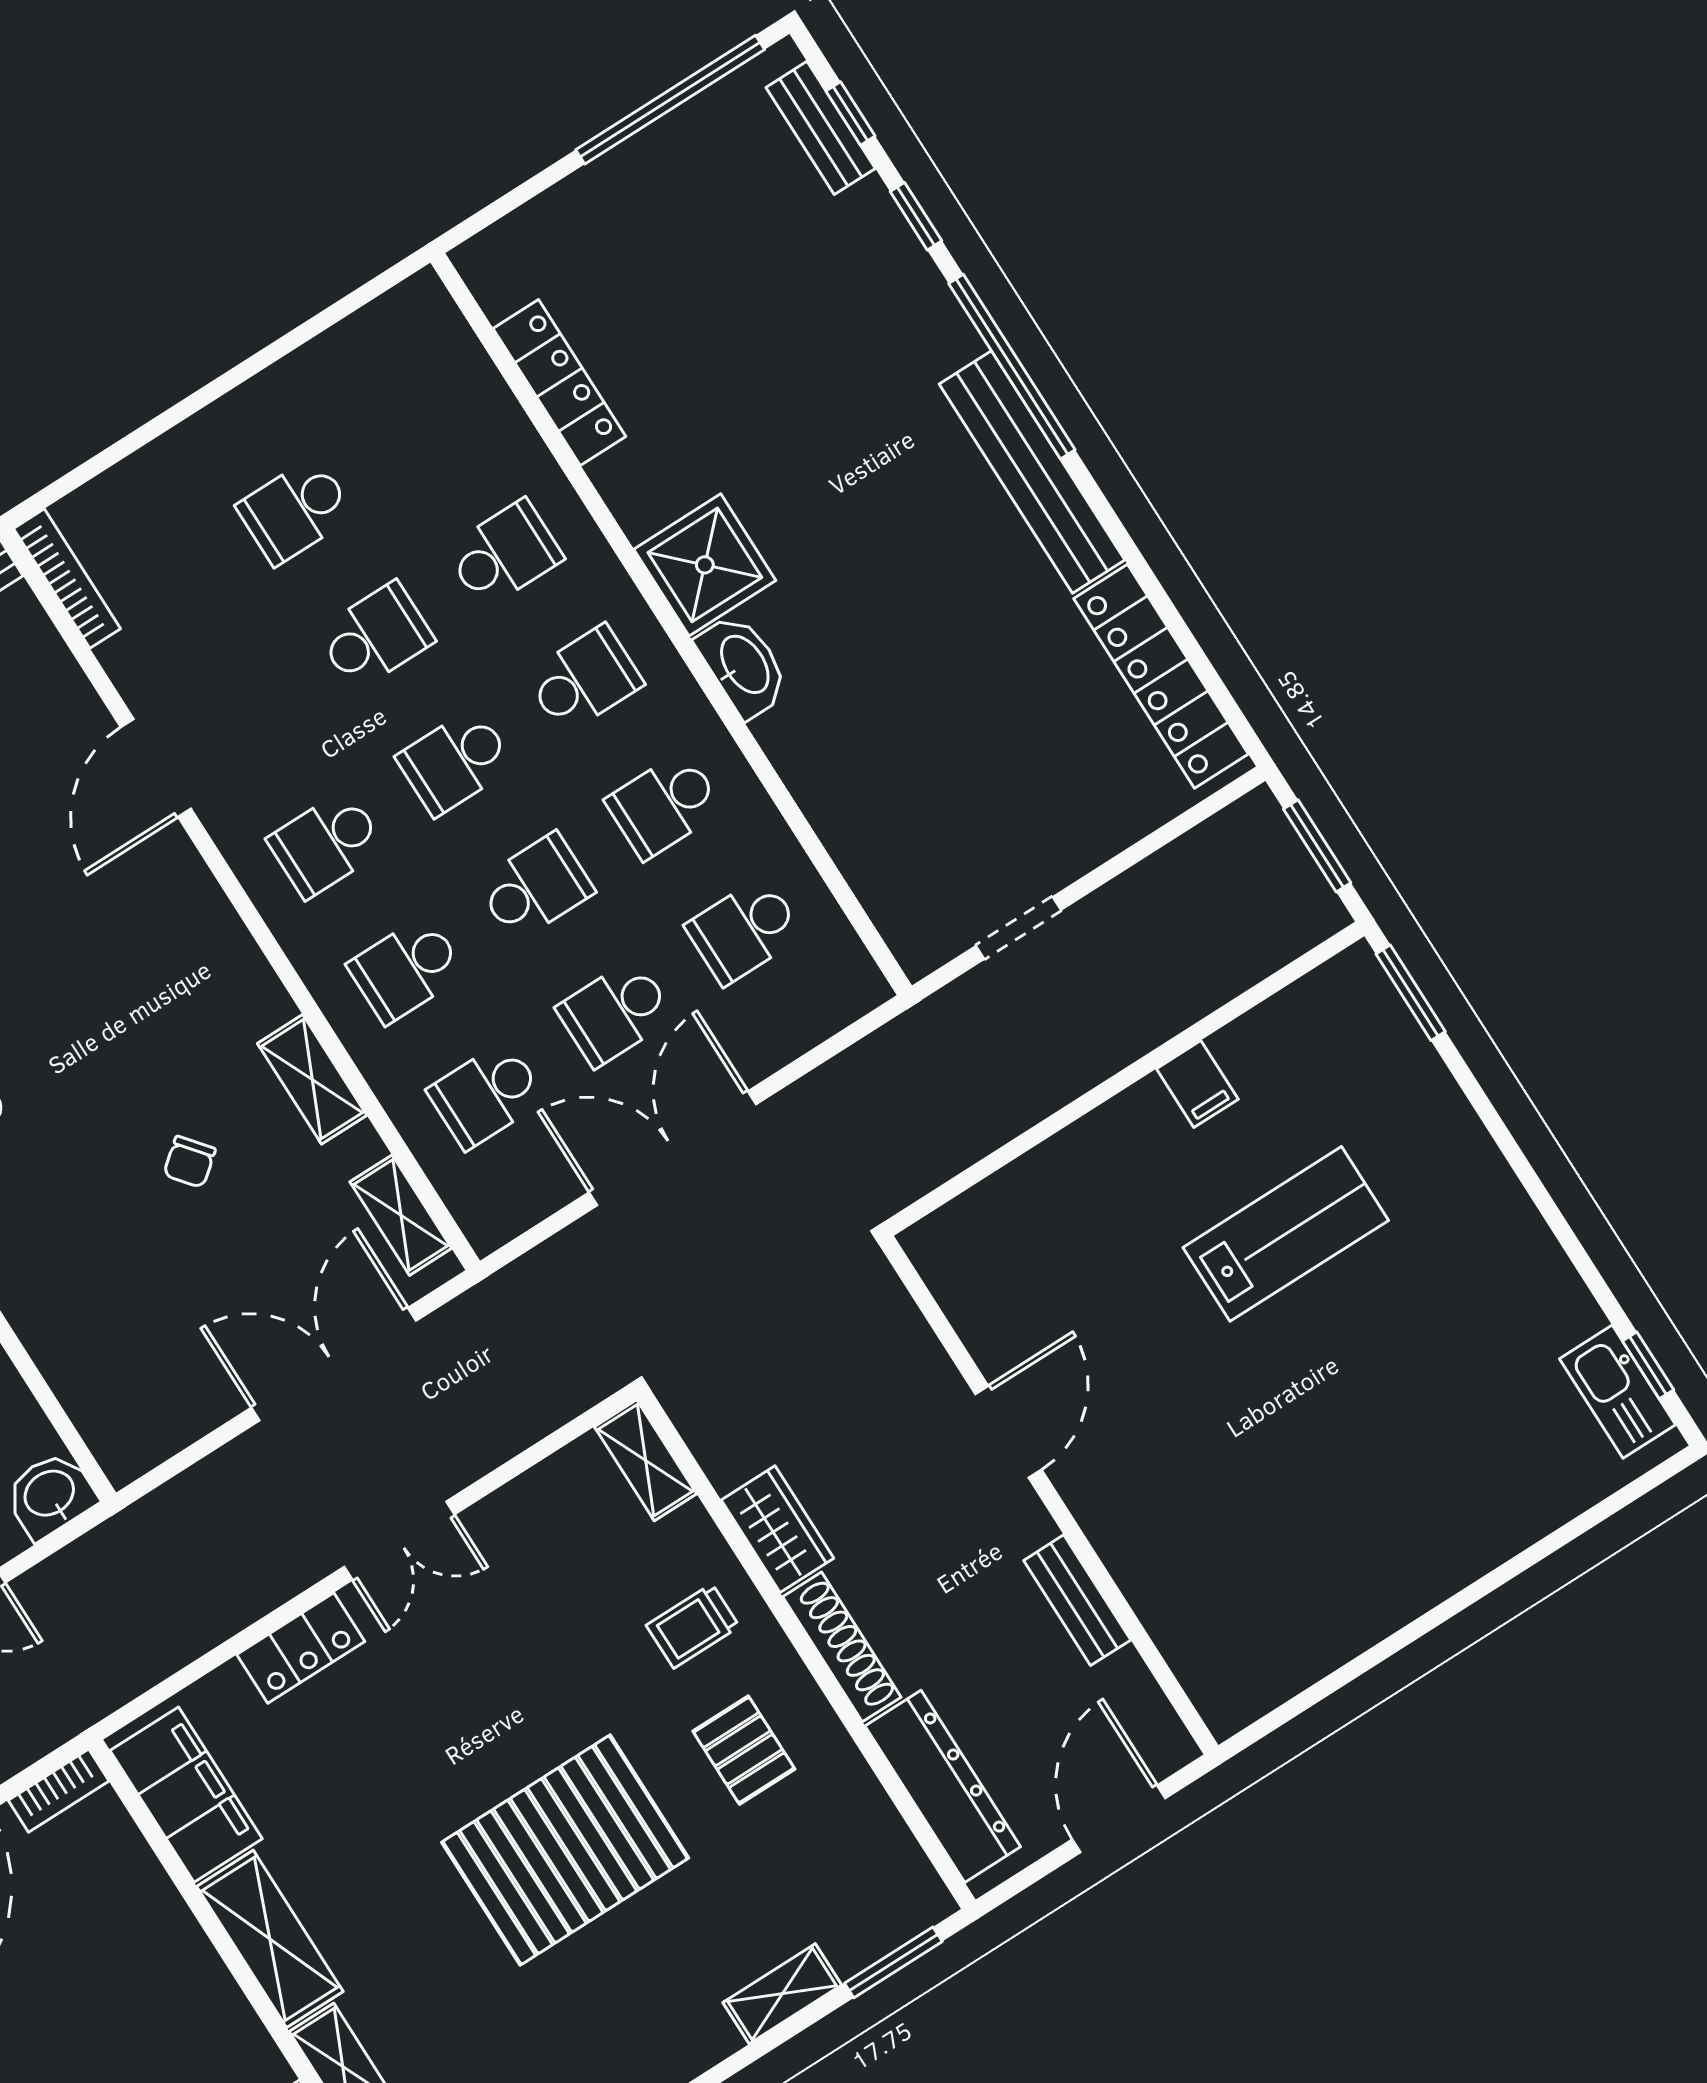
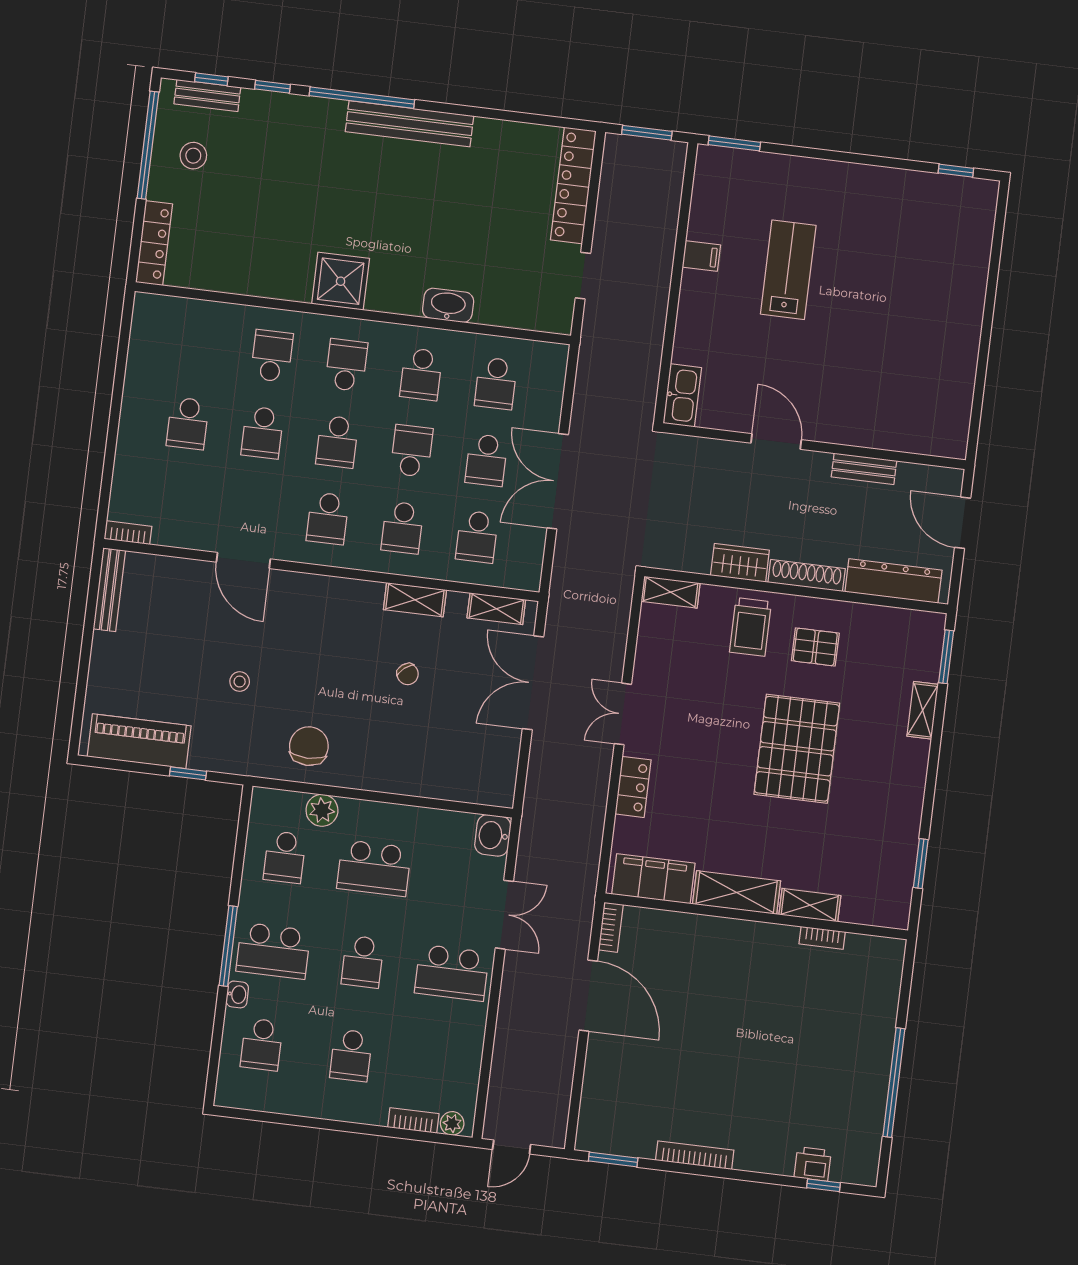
stool: (711, 182) -> (193, 156), added
locker: (559, 382) -> (154, 243), moved, turned 90
bookcase: (67, 579) -> (128, 533), width x0.64
school desk: (375, 636) -> (262, 433), turned 180
washbasin: (743, 665) -> (448, 305), moved
locker: (1161, 676) -> (573, 185), moved, turned 90
kitchen sink: (1618, 1392) -> (682, 395), moved, turned -90
double door: (399, 1541) -> (623, 714), swing flipped
trolley: (693, 1626) -> (750, 627), width x1.36, depth x1.39

